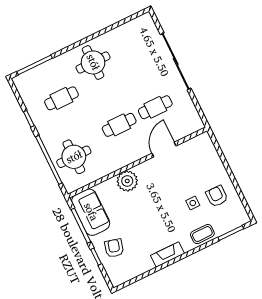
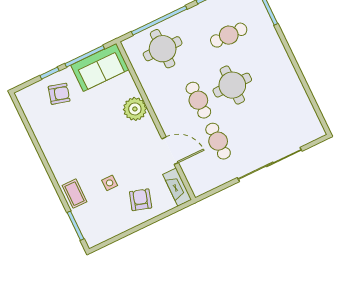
round table: (93, 62) -> (232, 85), moved
cafe table: (61, 98) -> (229, 35), turned 90
armchair: (217, 196) -> (141, 200), moved, turned -73
fireplace: (167, 255) -> (177, 187), moved, turned 180

